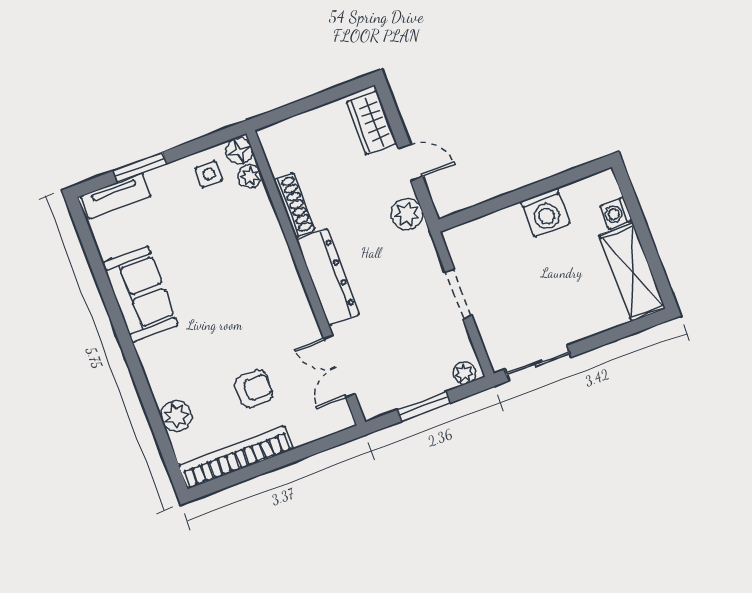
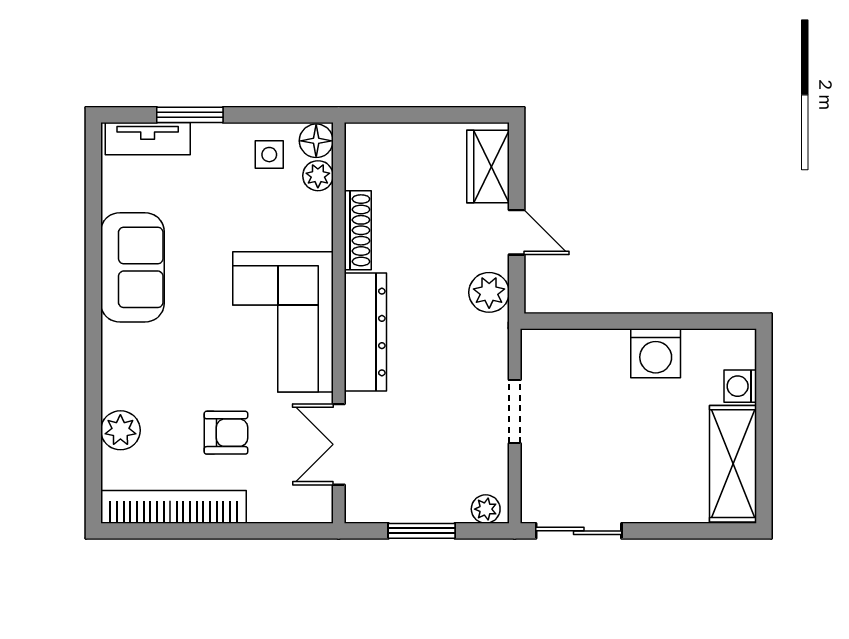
corner sofa: (265, 292) -> (283, 322), added

